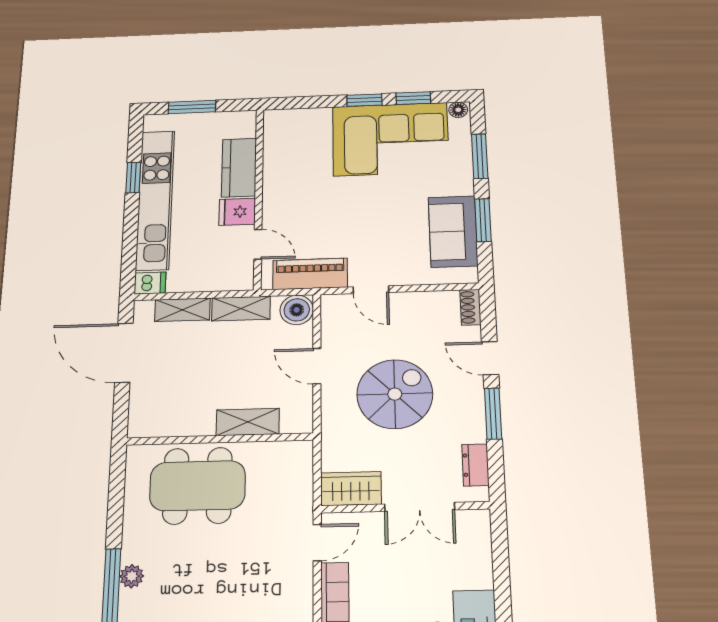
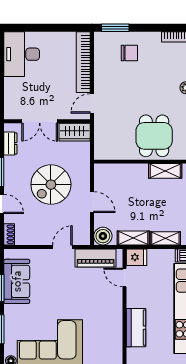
fridge: (237, 212) -> (137, 257), moved
door: (371, 290) -> (62, 247), hinge flipped
shelving: (248, 422) -> (165, 171), moved
dining table: (197, 486) -> (154, 136), width x0.73
double door: (420, 507) -> (40, 121), swing flipped

